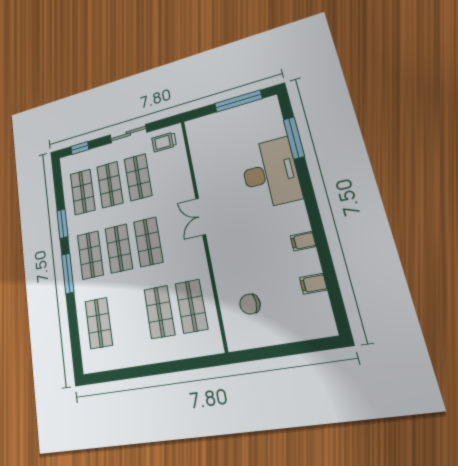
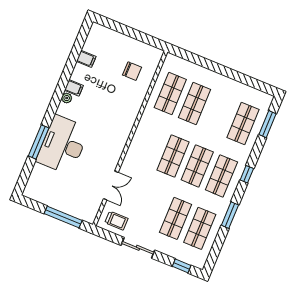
window: (238, 101) -> (63, 217), moved
window: (294, 138) -> (39, 142), moved
shop shelf: (138, 177) -> (151, 208), removed
double door: (201, 217) -> (111, 185), moved
plant: (303, 224) -> (67, 98), added
window: (68, 273) -> (247, 174), width x0.46
window: (75, 339) -> (267, 124), added

